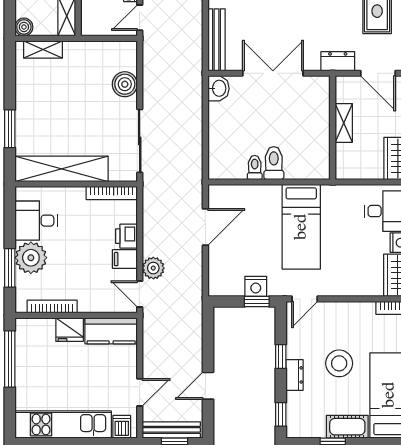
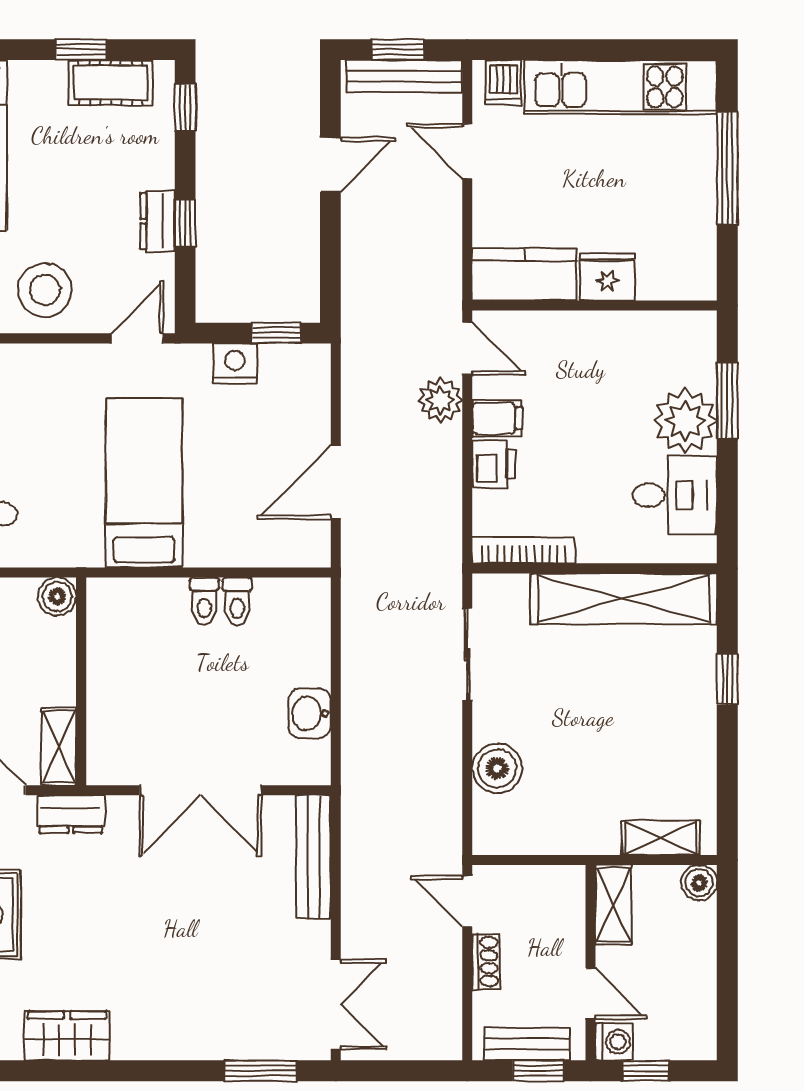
door: (140, 18) -> (467, 901), swing flipped
washbasin: (219, 88) -> (310, 713), moved
shelving: (344, 123) -> (59, 747), moved
window: (10, 129) -> (727, 679), width x0.67
sliding door: (140, 141) -> (467, 655), width x0.73
toilet: (274, 163) -> (204, 601), width x0.73, depth x0.72
boiler: (345, 170) -> (57, 597), added
window: (257, 302) -> (276, 333), moved
bookcase: (52, 306) -> (643, 323), removed
window: (10, 359) -> (727, 168), moved
stool: (339, 363) -> (45, 290), moved
dresser: (294, 375) -> (158, 221), moved
door: (140, 392) -> (467, 151), hinge flipped
cot: (347, 427) -> (111, 83), moved

